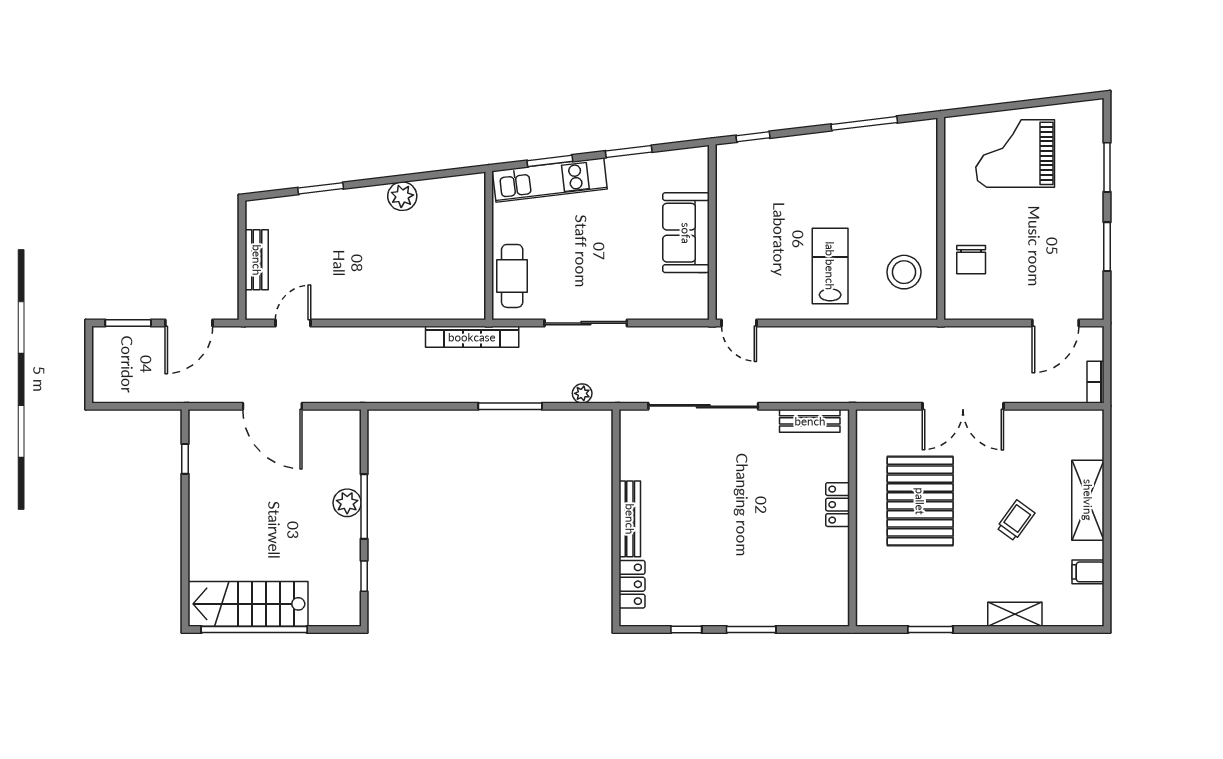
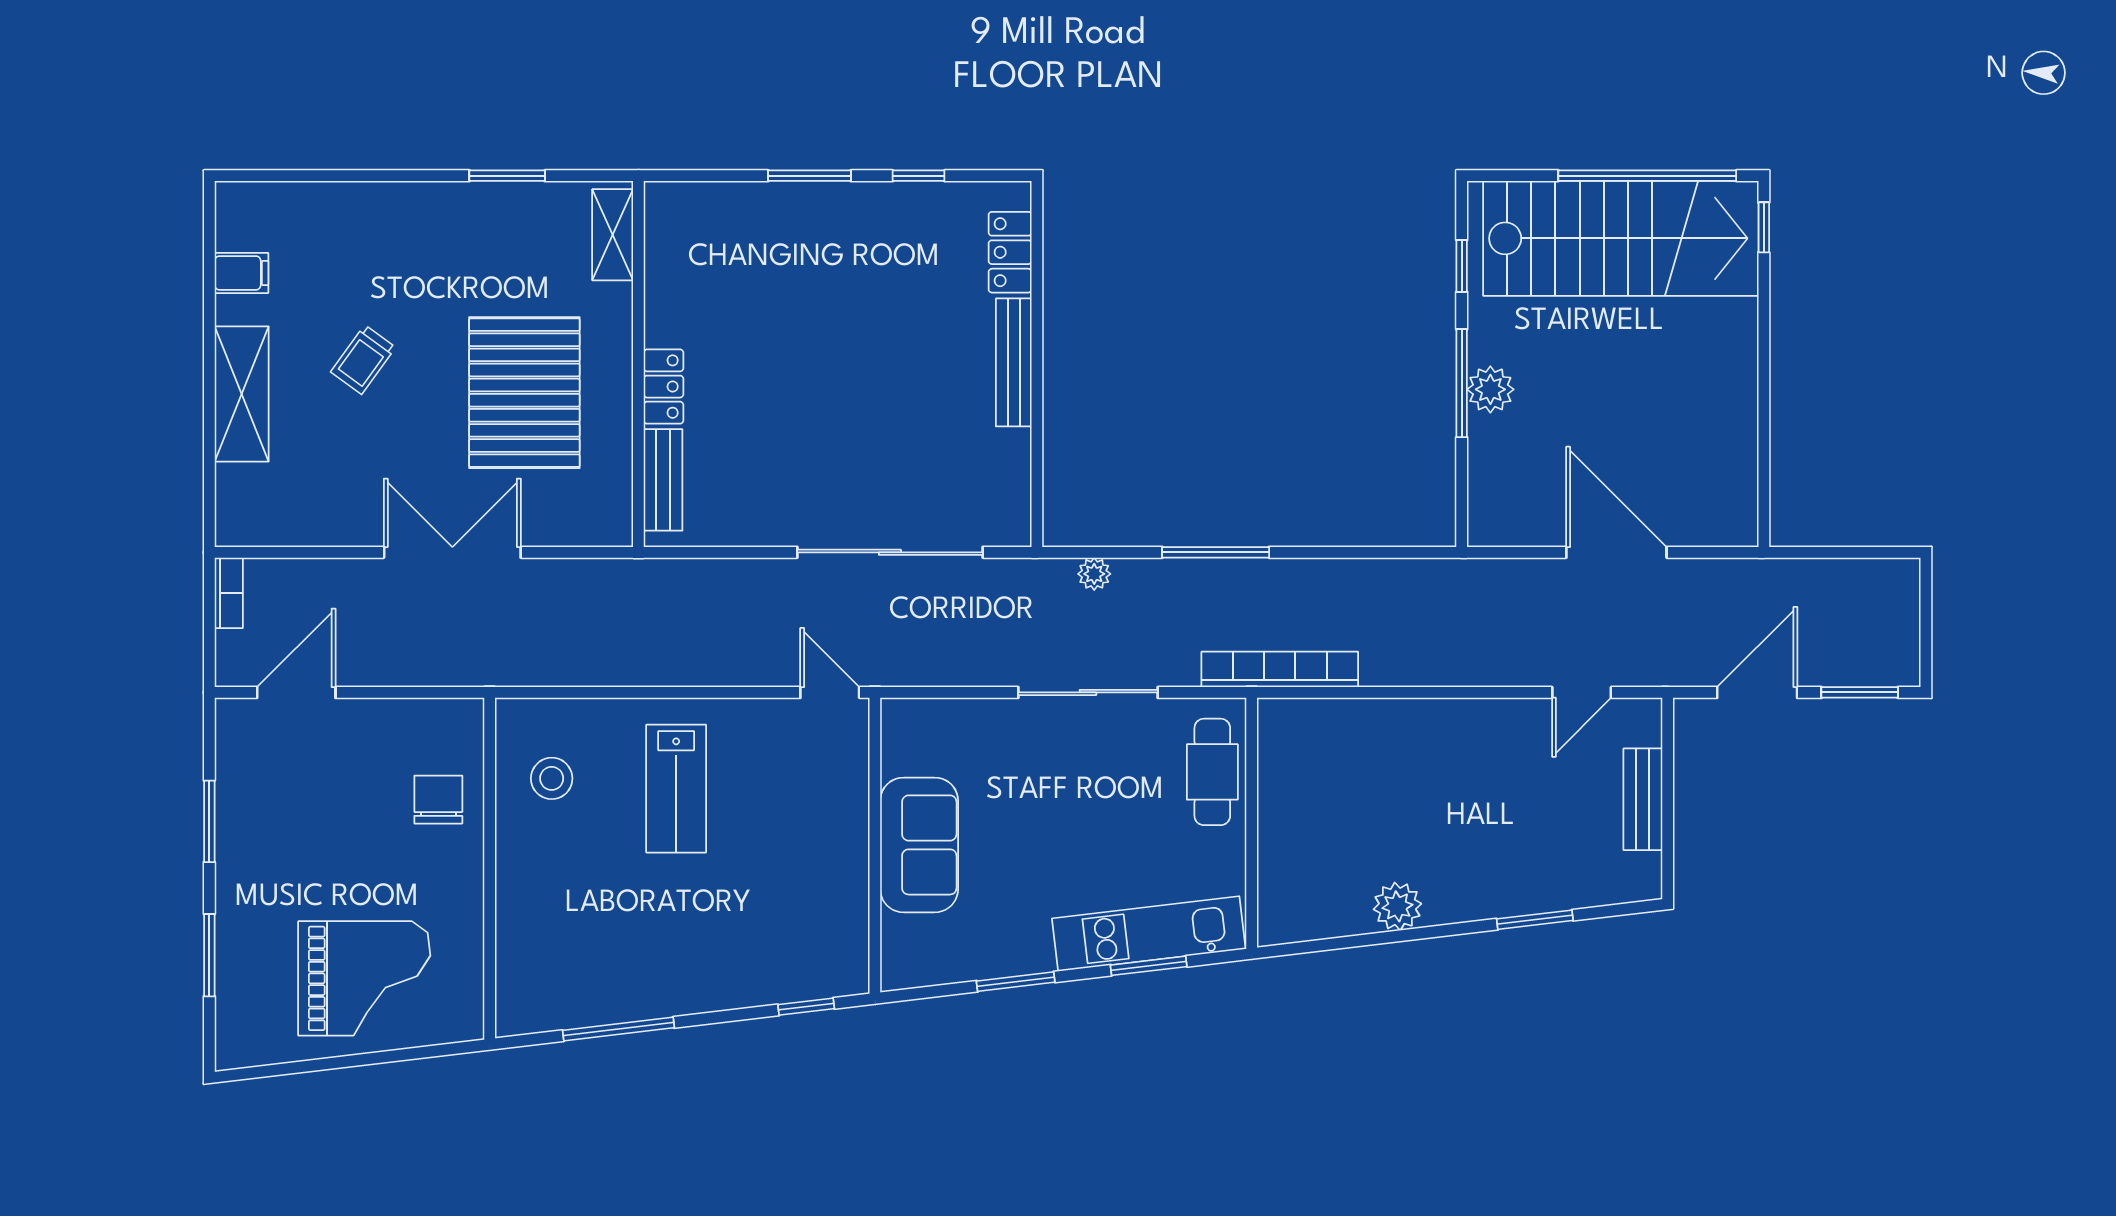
stool: (904, 272) -> (552, 778), width x0.73, depth x0.73
bench: (810, 421) -> (663, 480), moved, turned 90
window: (185, 459) -> (1764, 227), moved
stairs: (248, 604) -> (1621, 238), width x1.36, depth x1.51
shelving: (1015, 614) -> (613, 235), moved, turned 90

